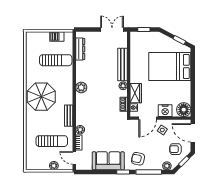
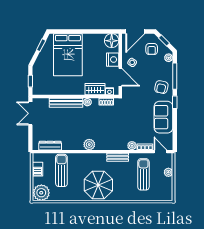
plant: (34, 40) -> (41, 193), added
door: (74, 158) -> (160, 152), swing flipped

